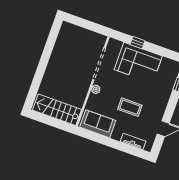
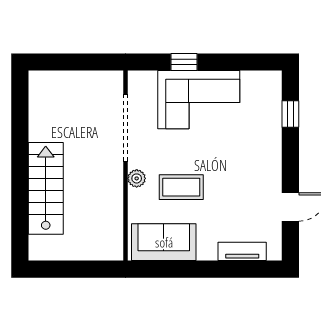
coffee table: (130, 107) -> (181, 187), moved
stairs: (57, 110) -> (46, 188), moved, turned 90

